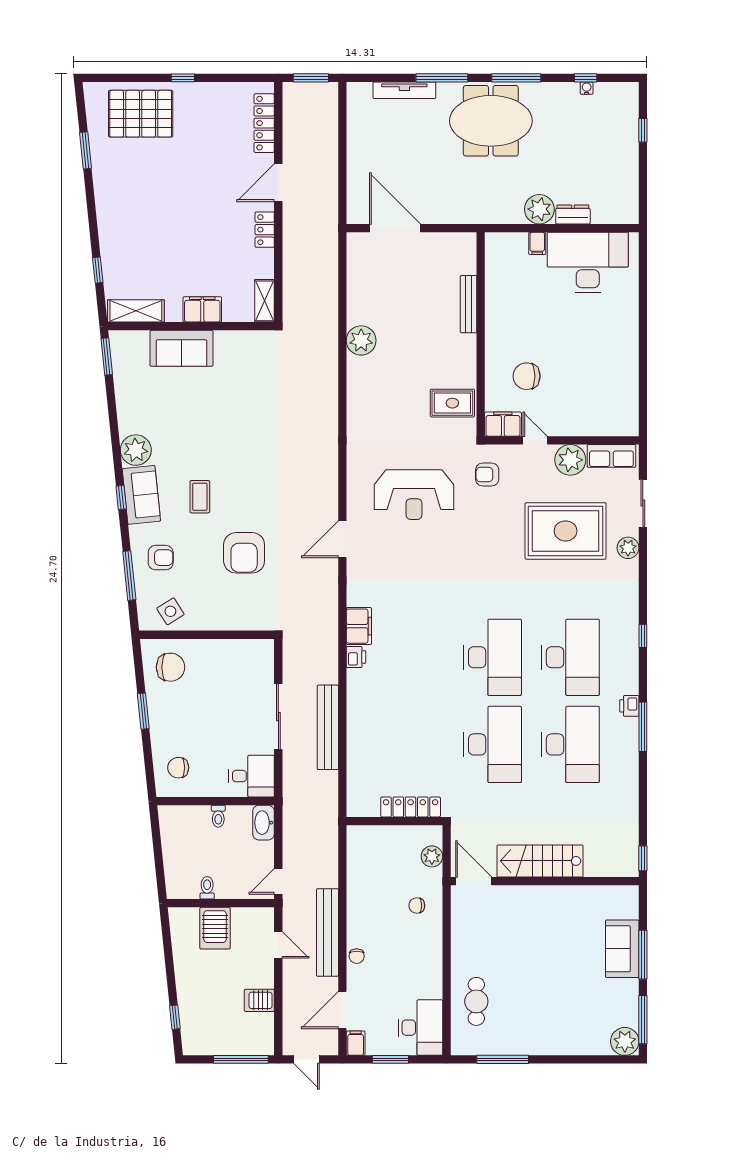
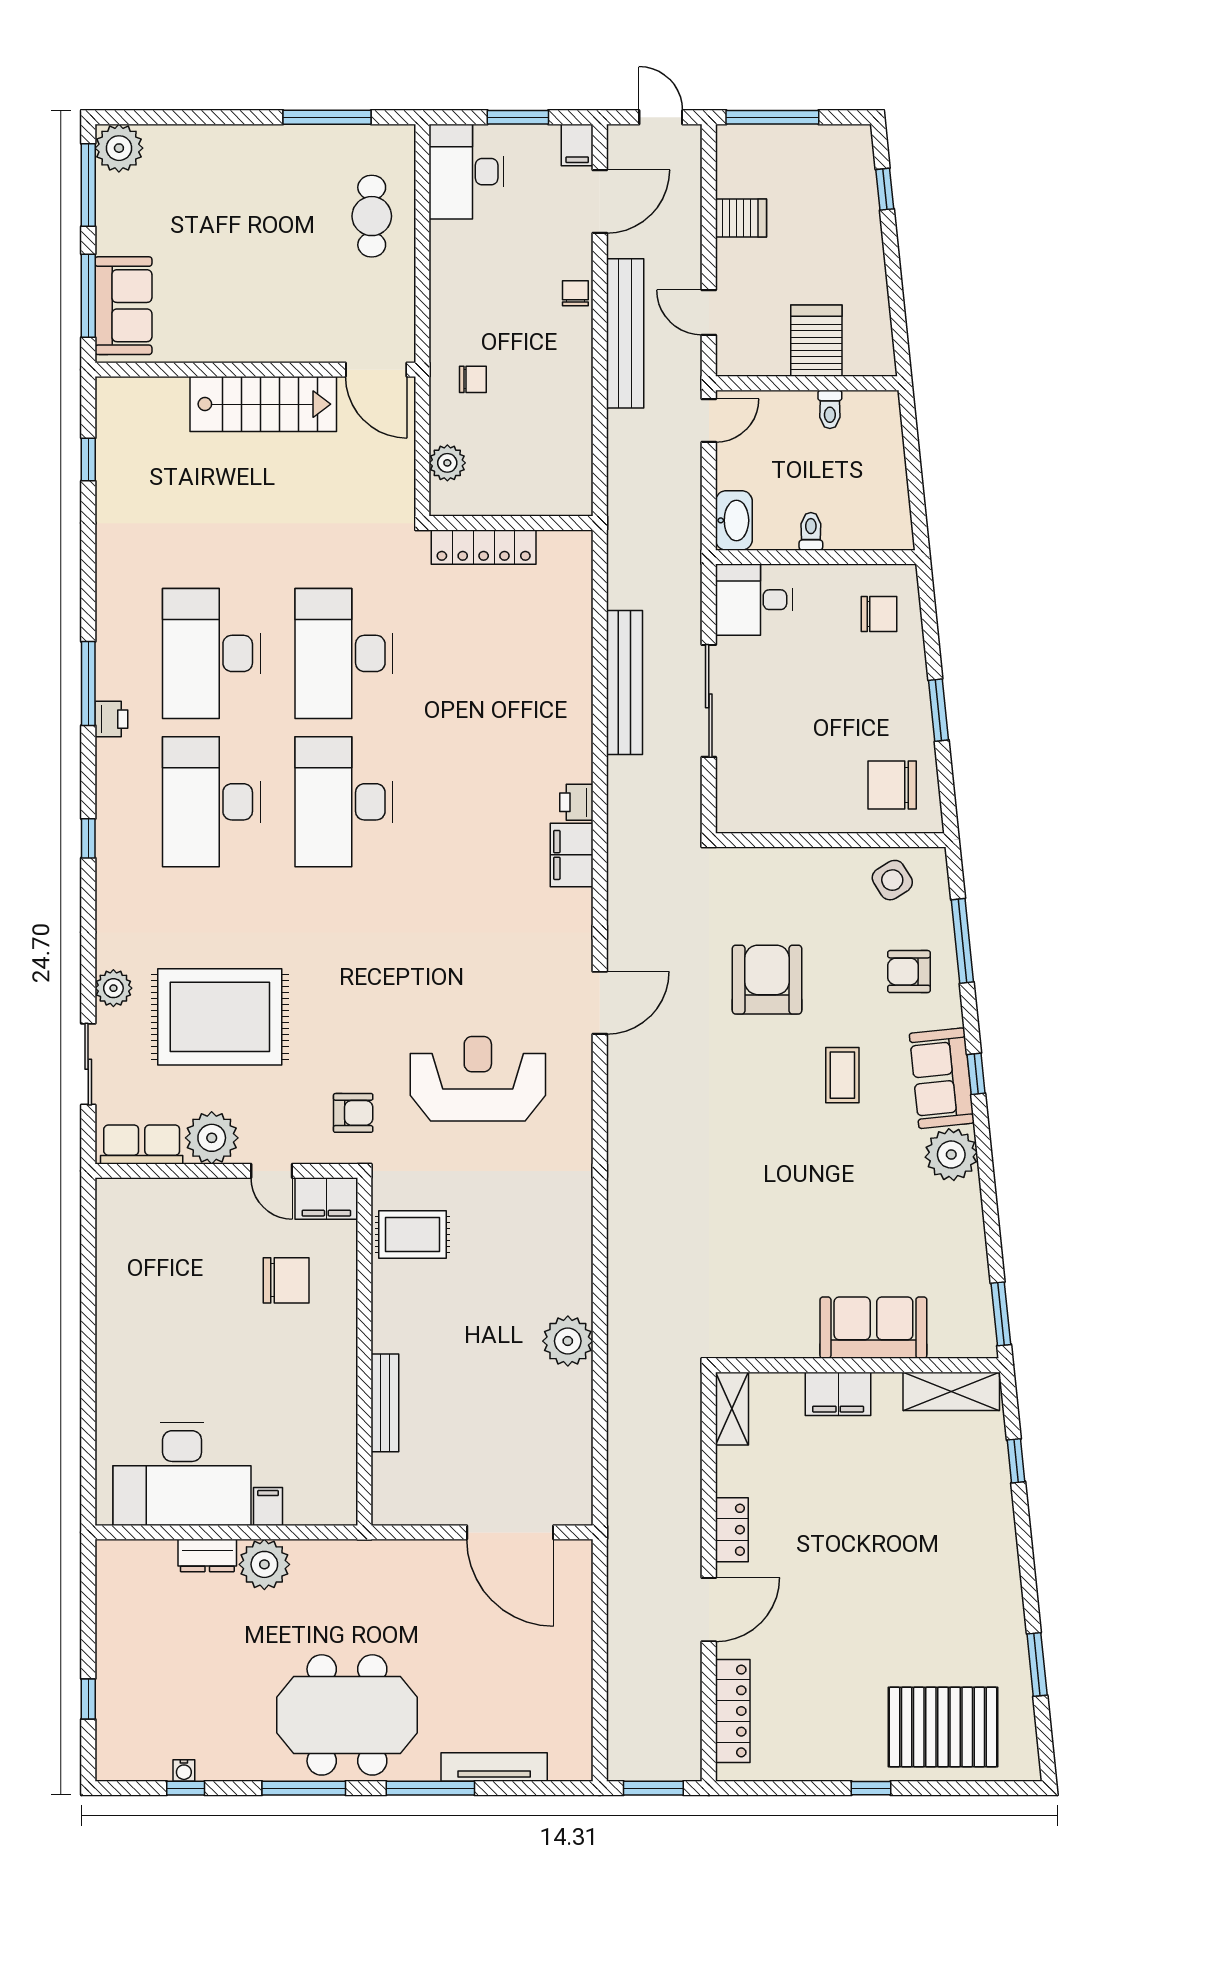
stairs: (540, 861) -> (263, 404), moved
door: (474, 881) -> (376, 370), moved
wall: (545, 881) -> (255, 370), moved

